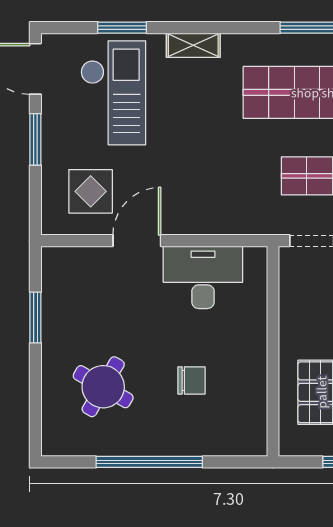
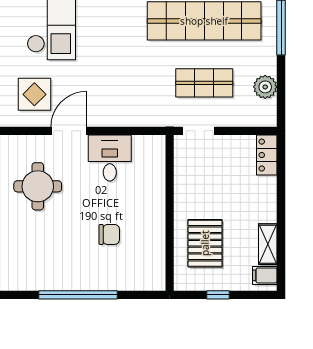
desk: (203, 277) -> (110, 158), width x0.73
round table: (103, 387) -> (38, 186), moved, turned -30

